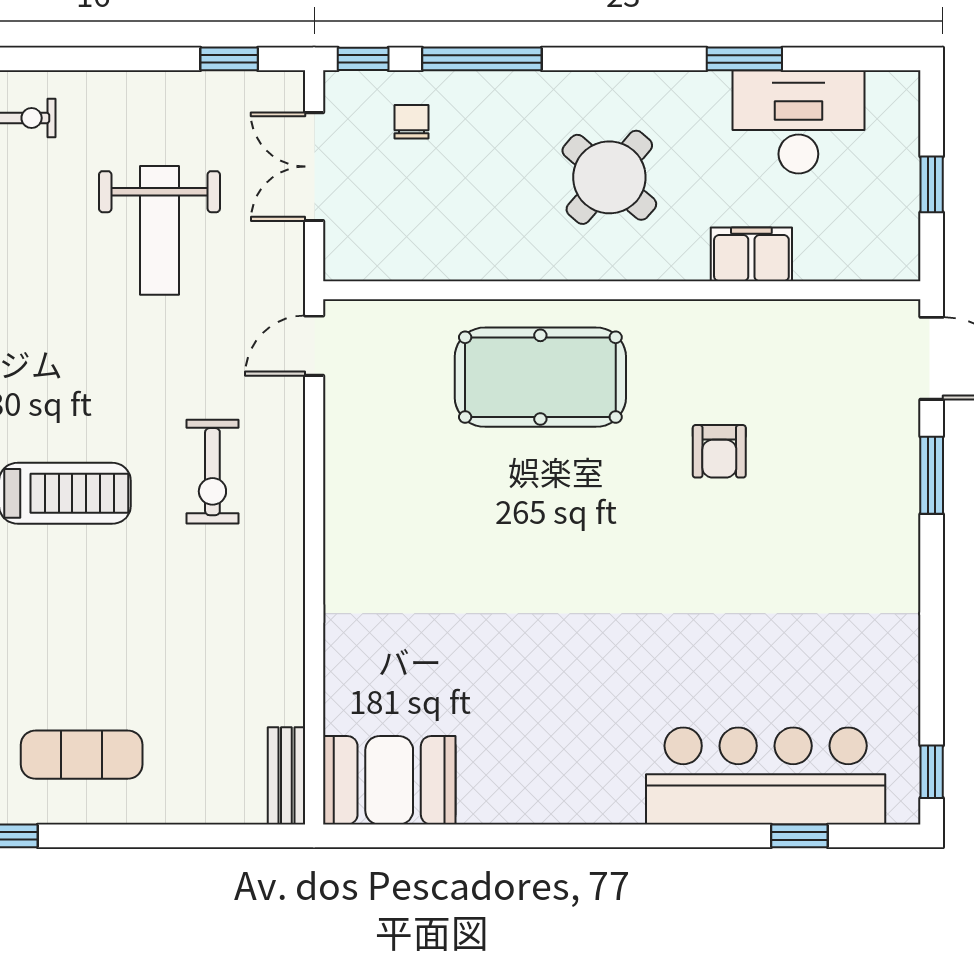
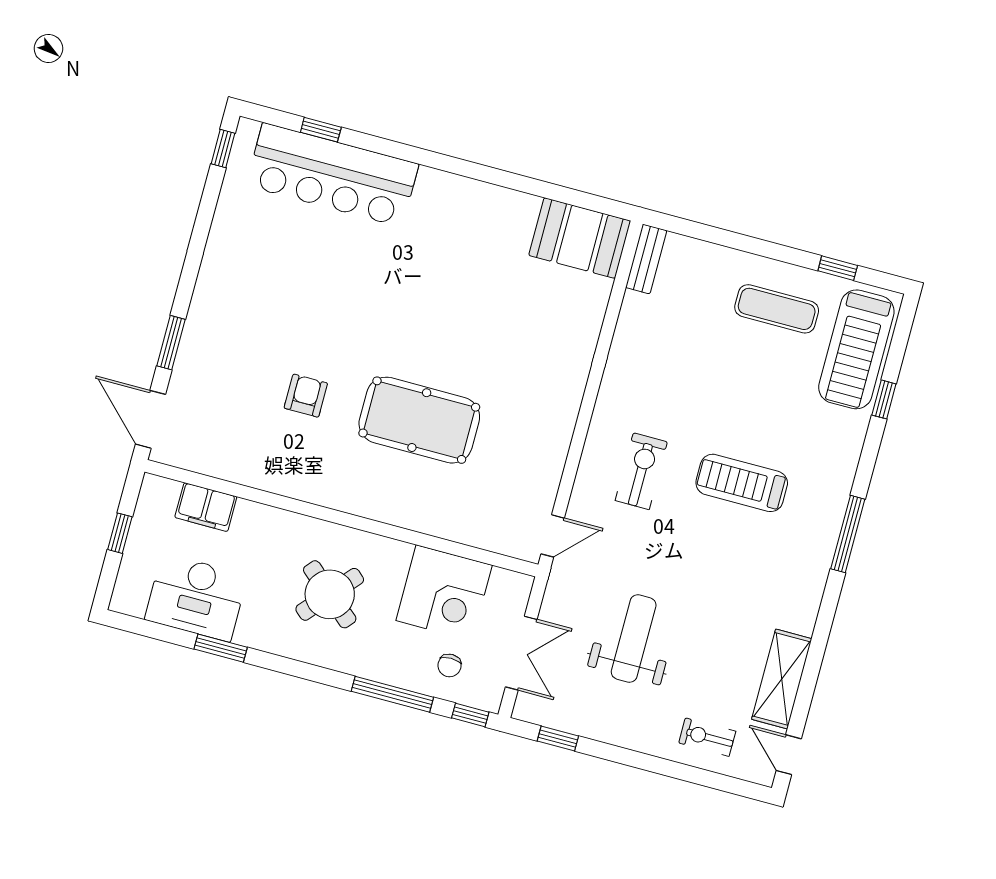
corner desk: (447, 223) -> (444, 593), added
filing cabinet: (751, 254) -> (206, 507), moved
pool table: (540, 377) -> (419, 420), moved

